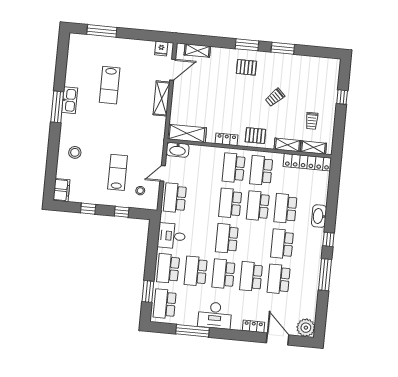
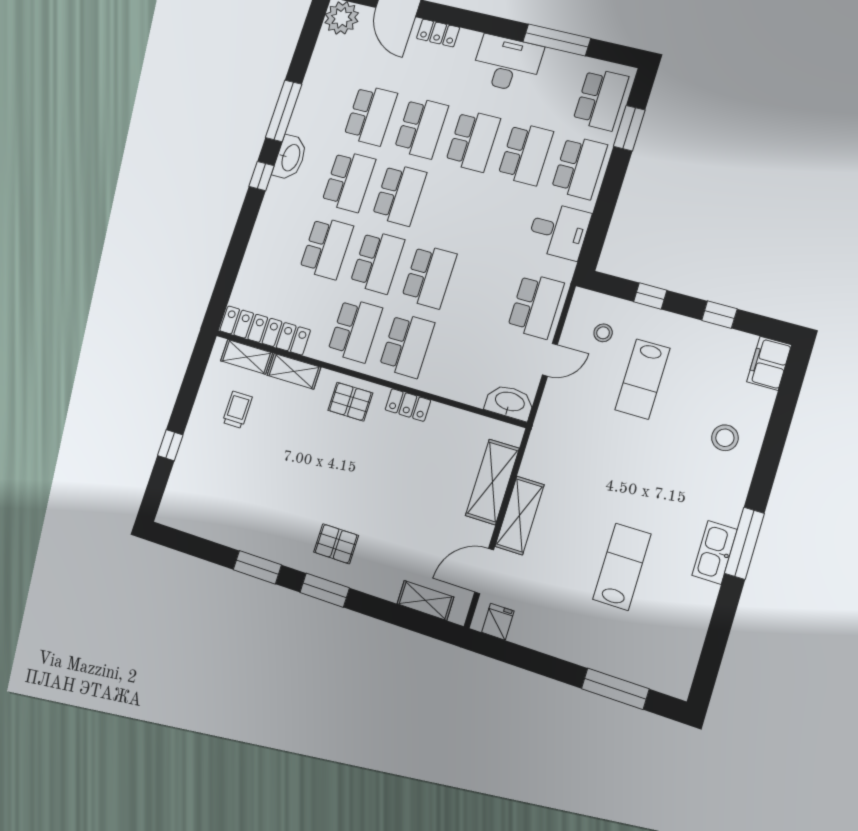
trolley: (275, 97) -> (296, 471), removed
shelving: (187, 133) -> (492, 482), moved, turned 90
washbasin: (319, 216) -> (290, 157), moved
school desk: (227, 238) -> (399, 195), moved

